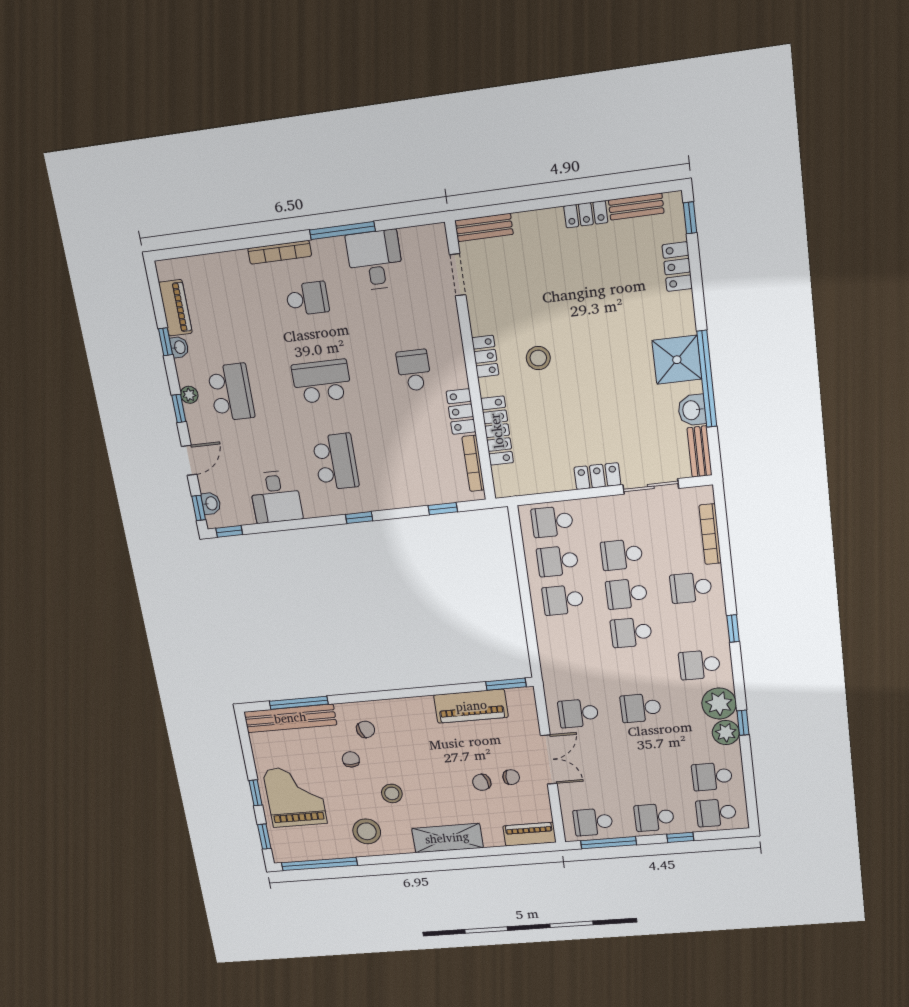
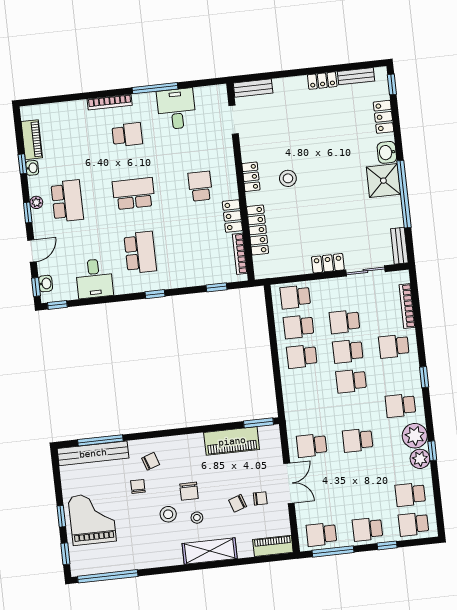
washbasin: (692, 410) -> (387, 152), moved
chair: (417, 766) -> (189, 491), added
stool: (367, 831) -> (197, 518), moved, width x0.53, depth x0.53

